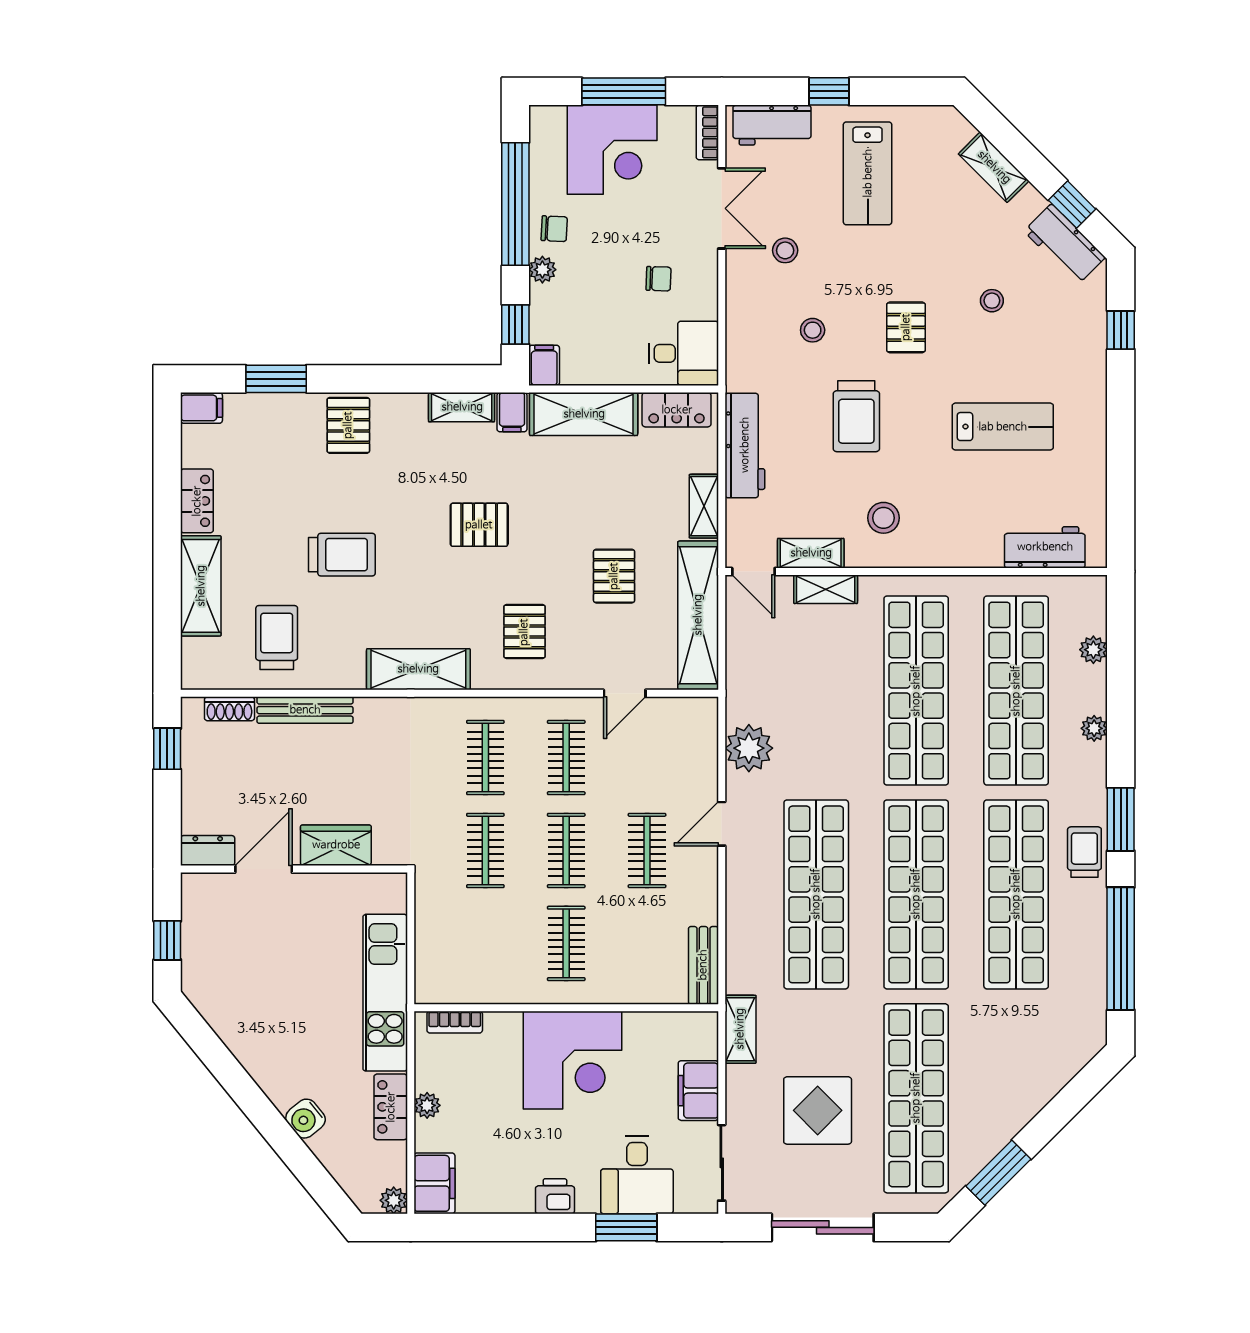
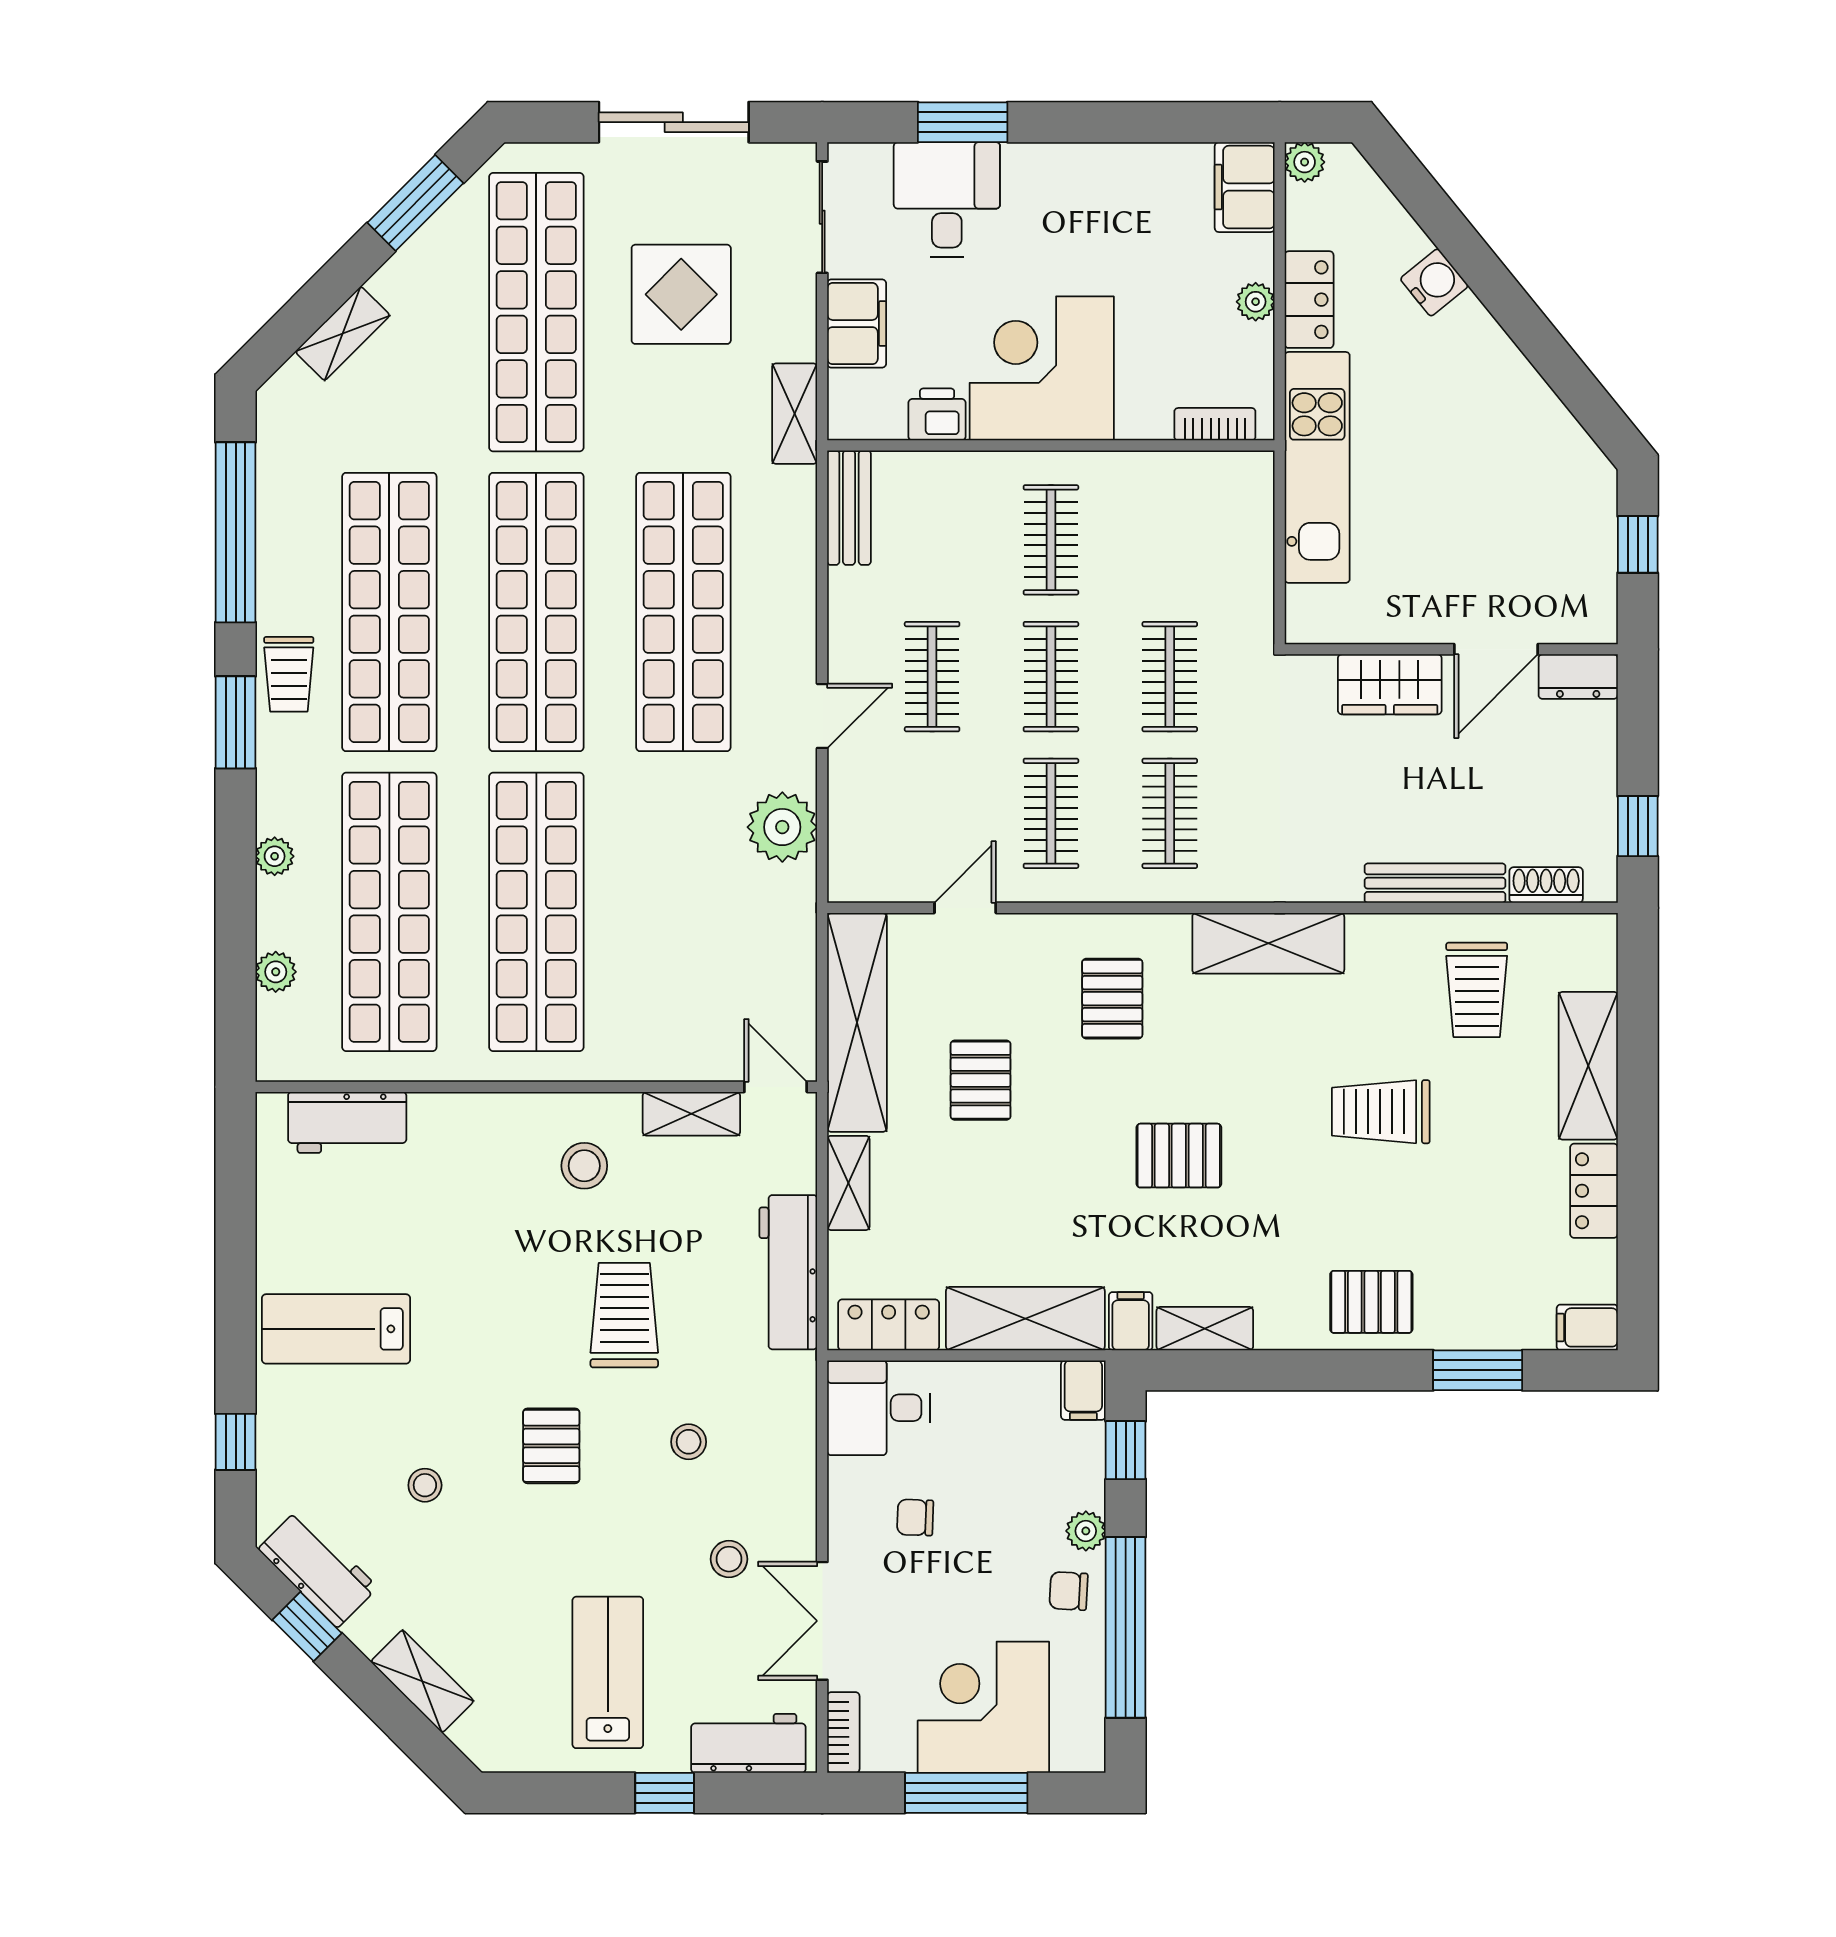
pallet: (348, 425) -> (1371, 1302), turned 90
lab bench: (1003, 427) -> (336, 1329), moved
shelving: (826, 589) -> (343, 333), moved, turned -45
printer: (555, 1196) -> (937, 414), moved, turned 180

